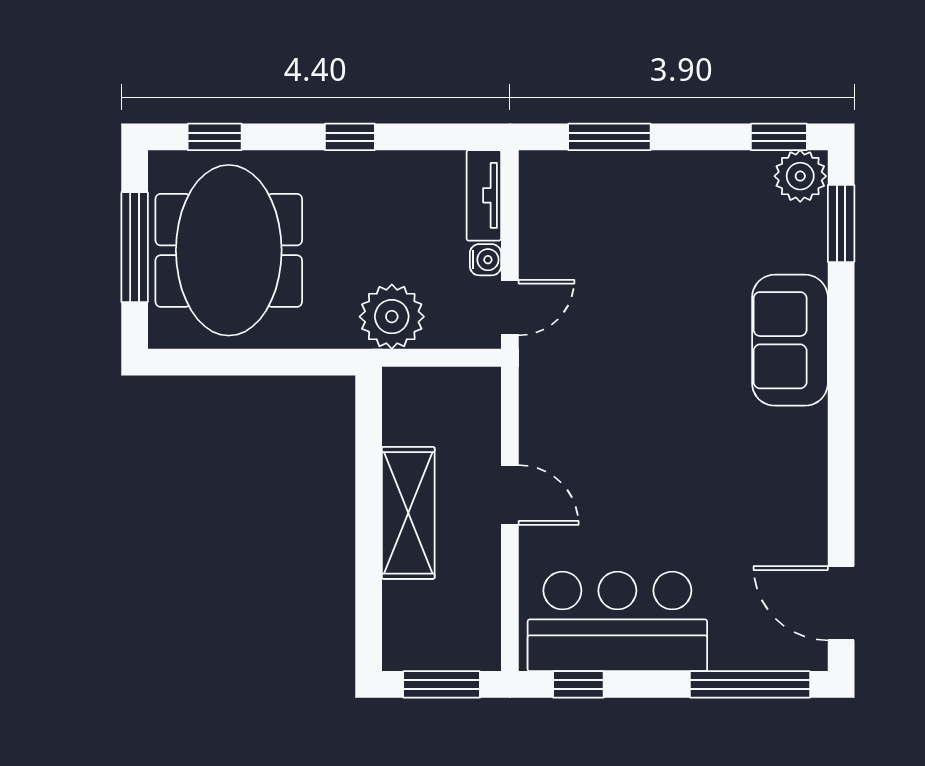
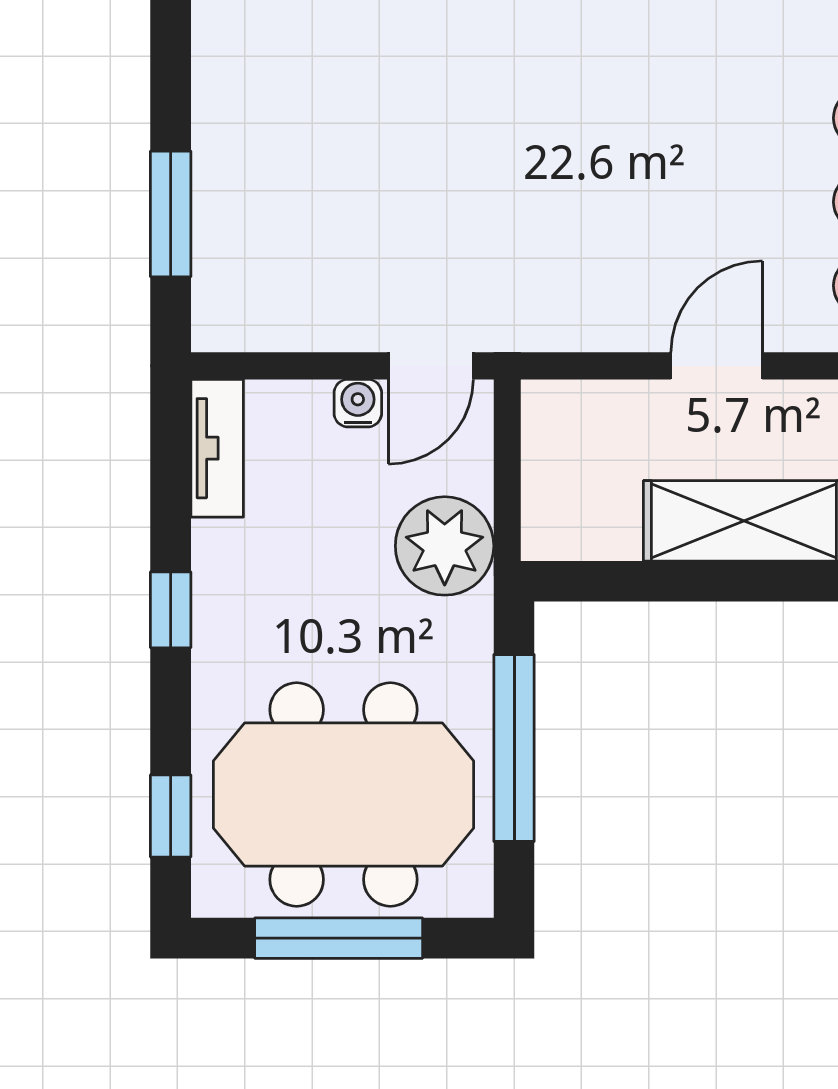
tv unit: (484, 195) -> (217, 448), moved, turned -90
door: (510, 308) -> (431, 366), swing flipped
window: (259, 362) -> (514, 748), added

